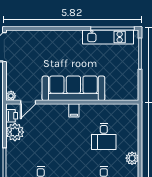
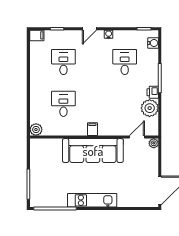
kitchen unit: (108, 37) -> (92, 200), moved
printer: (12, 116) -> (153, 92), moved
plant: (132, 158) -> (36, 130), moved

